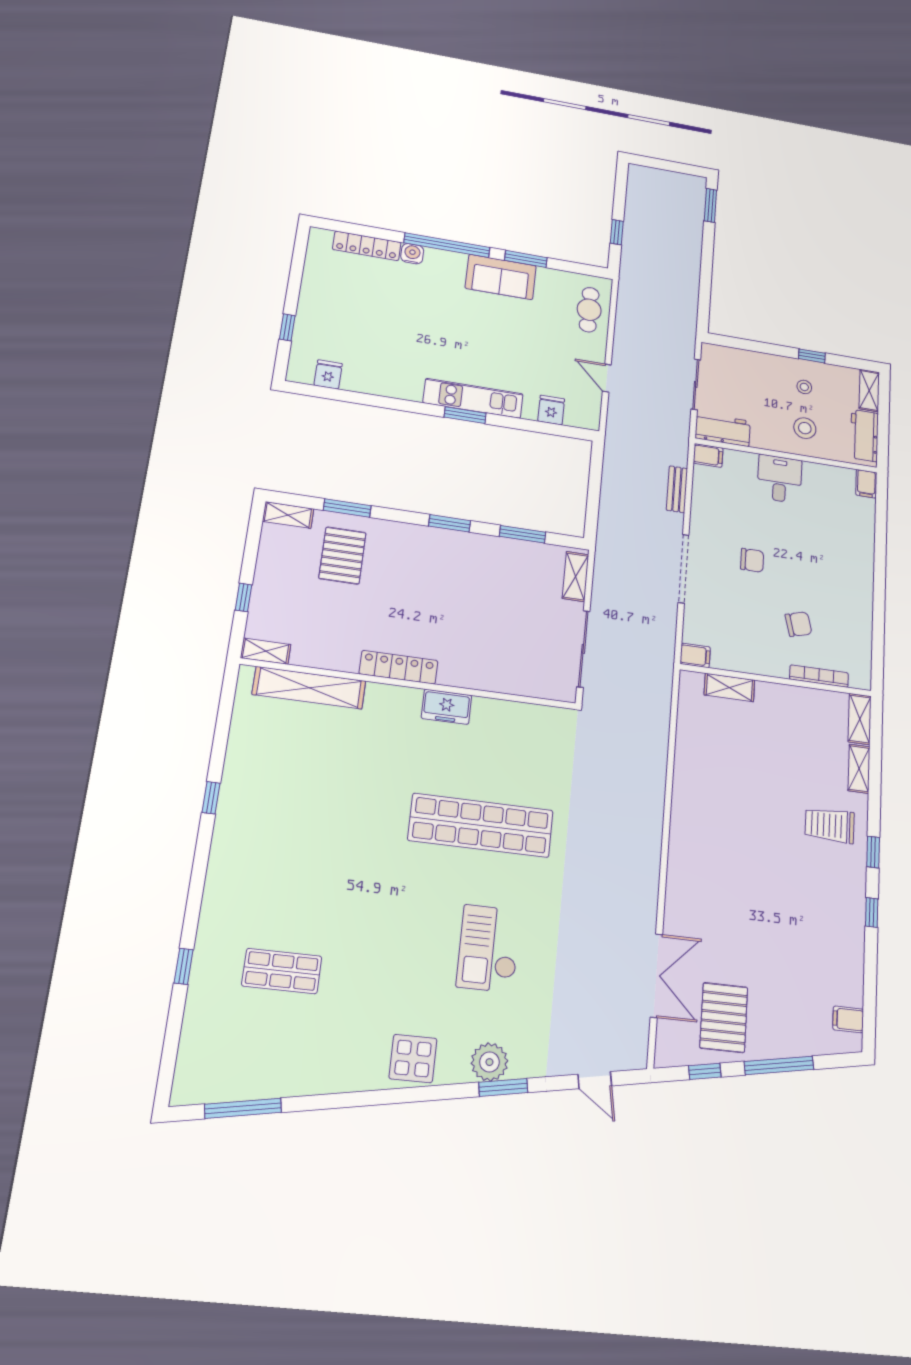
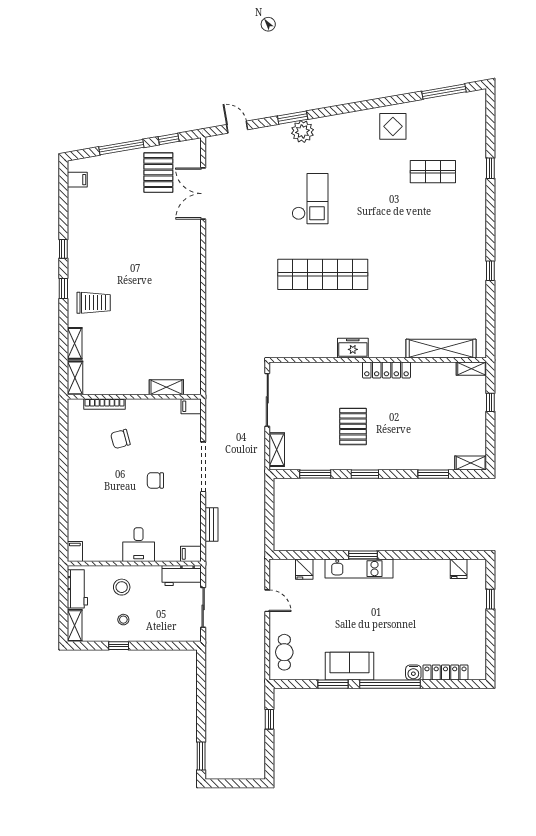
pallet: (342, 556) -> (353, 426), moved
display table: (413, 1059) -> (393, 126), moved

